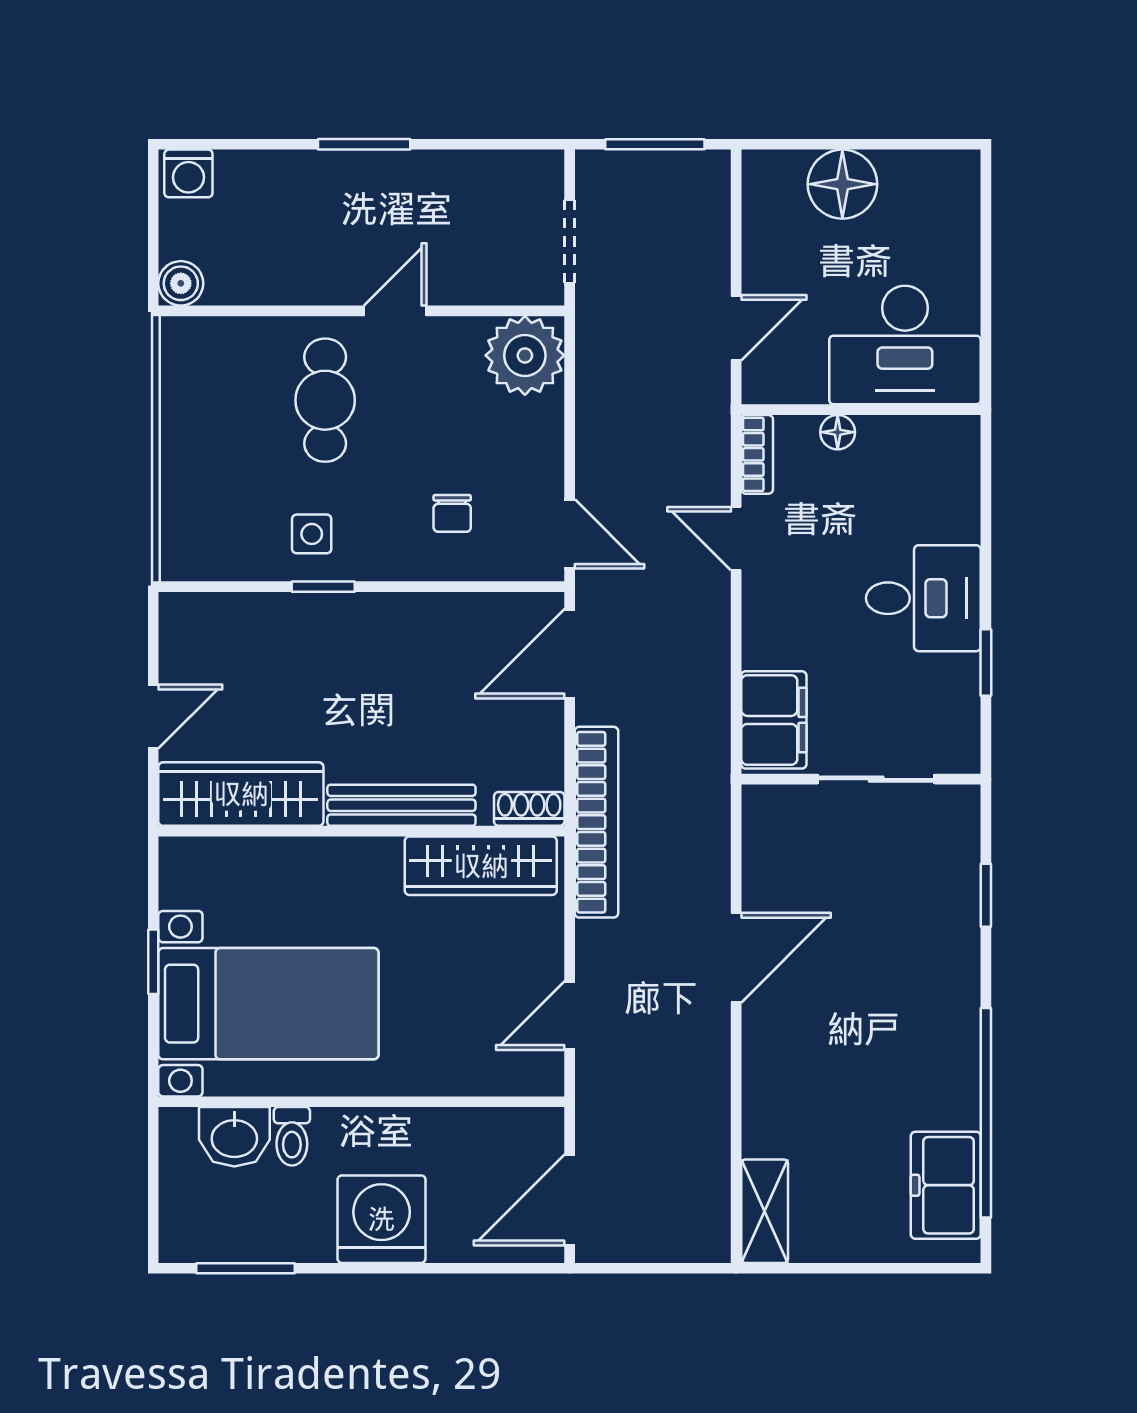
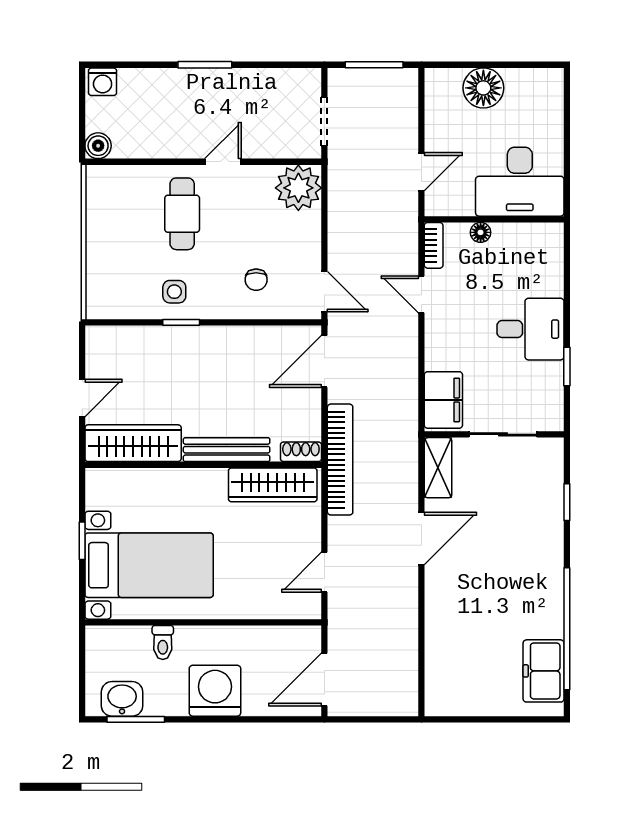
washbasin: (234, 1137) -> (122, 699), moved, turned 180
shelving: (765, 1211) -> (438, 468), moved

